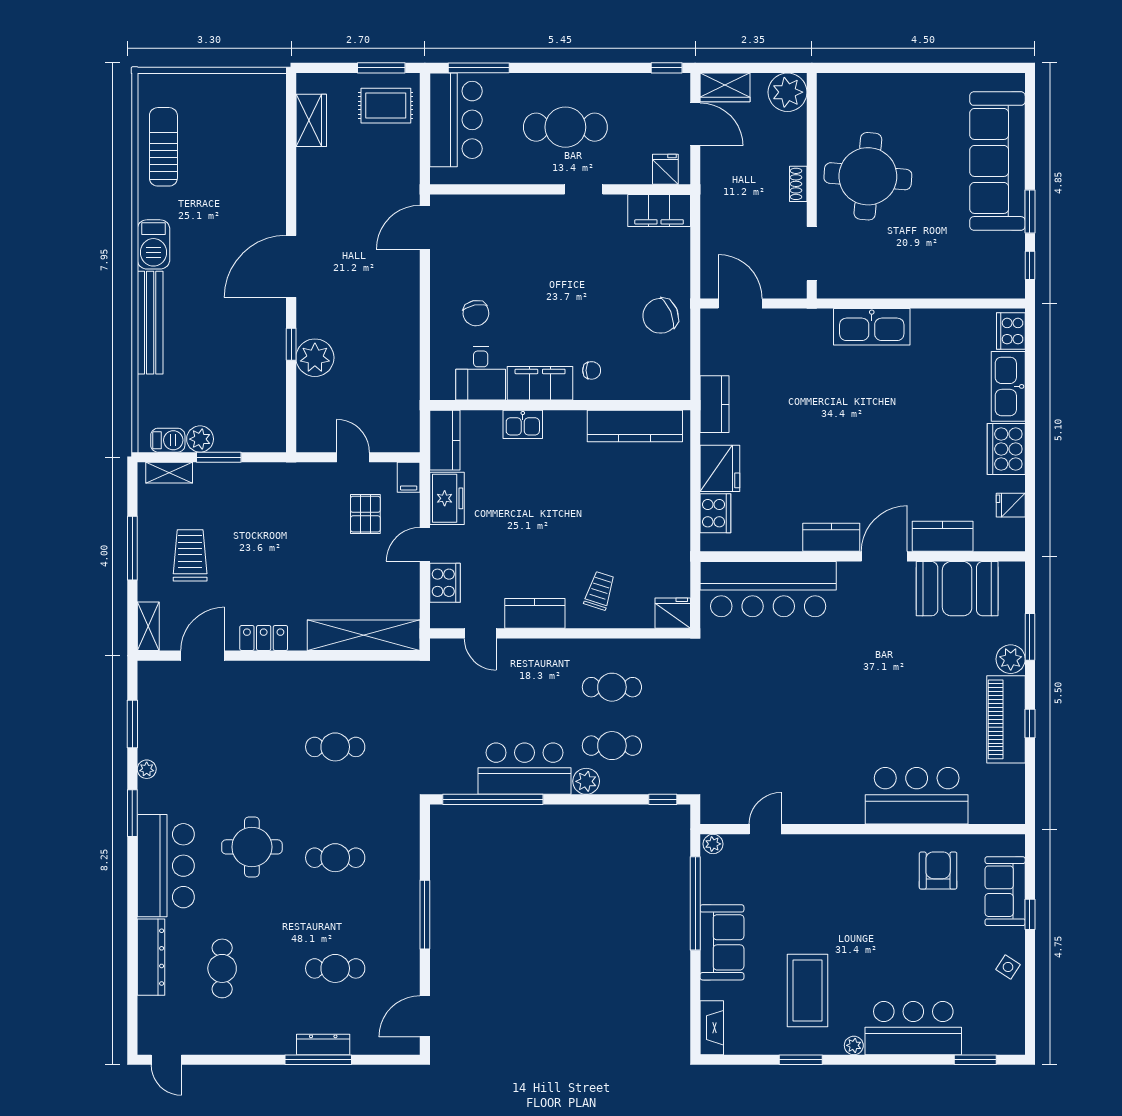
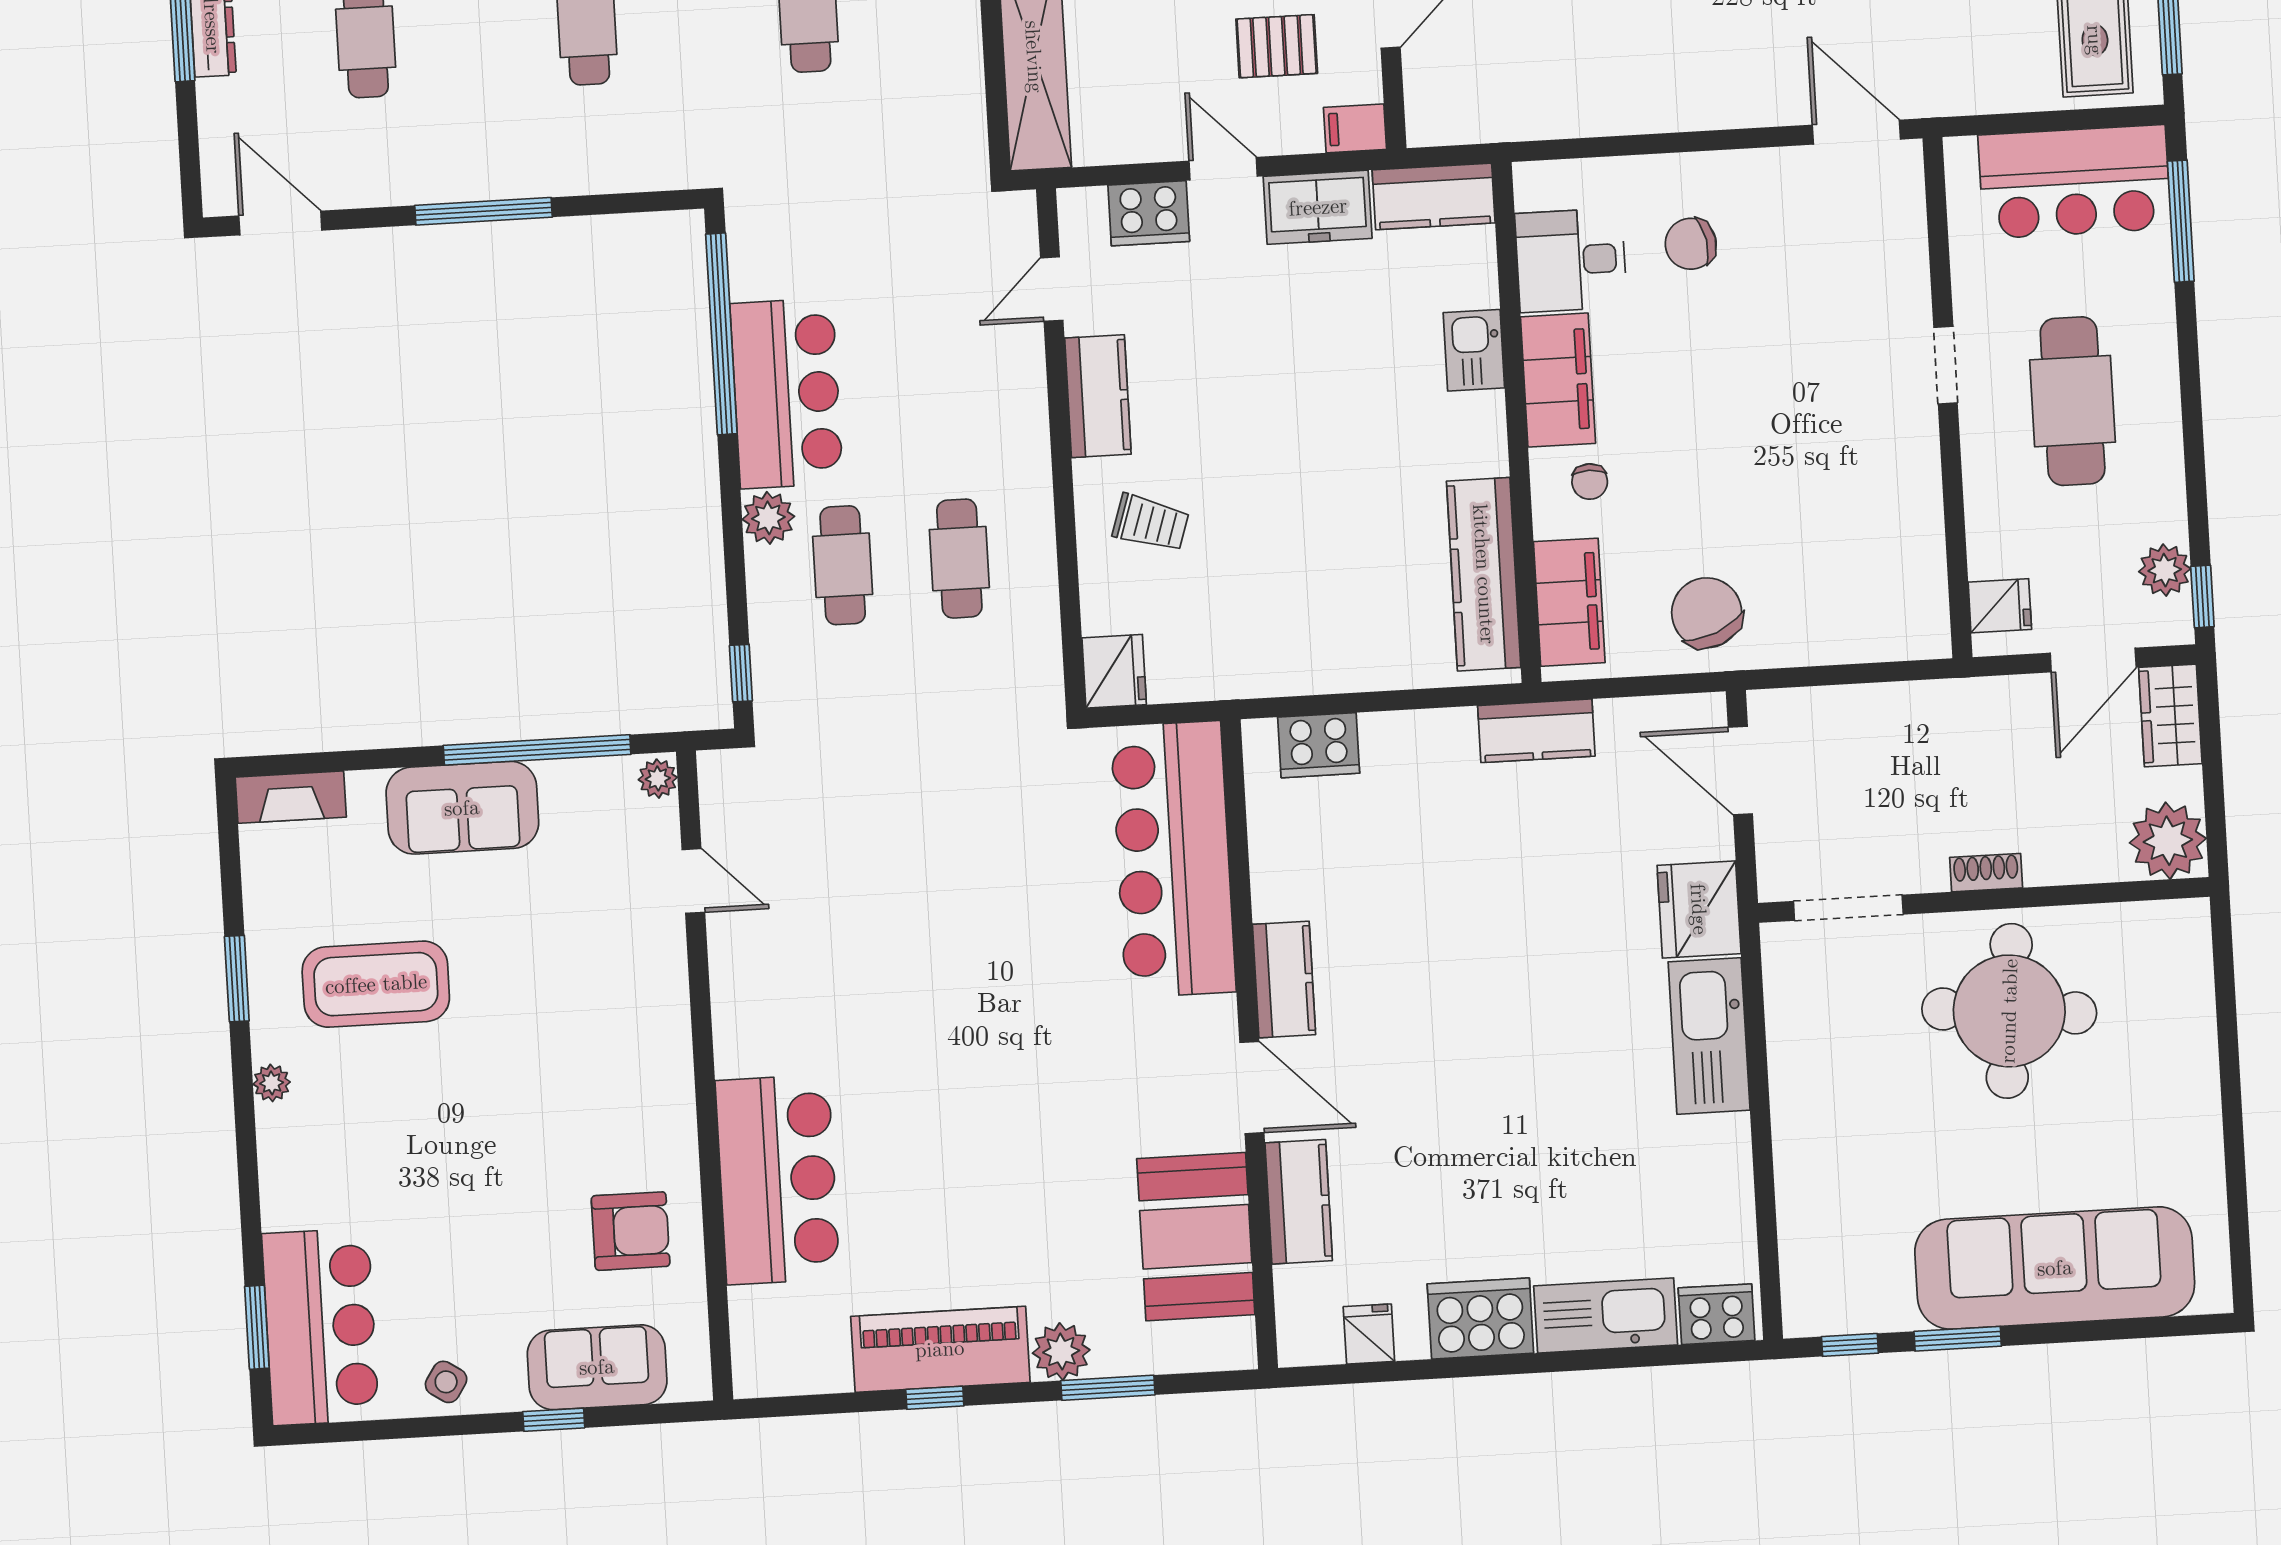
plant: (652, 86) -> (2165, 570), added
doorway: (584, 189) -> (1946, 365), moved
filing cabinet: (659, 211) -> (1569, 602), moved, turned 180
door: (740, 304) -> (1740, 771), swing flipped
fridge: (720, 468) -> (1699, 909), moved, turned 90
bar counter: (913, 1028) -> (320, 1327), moved

